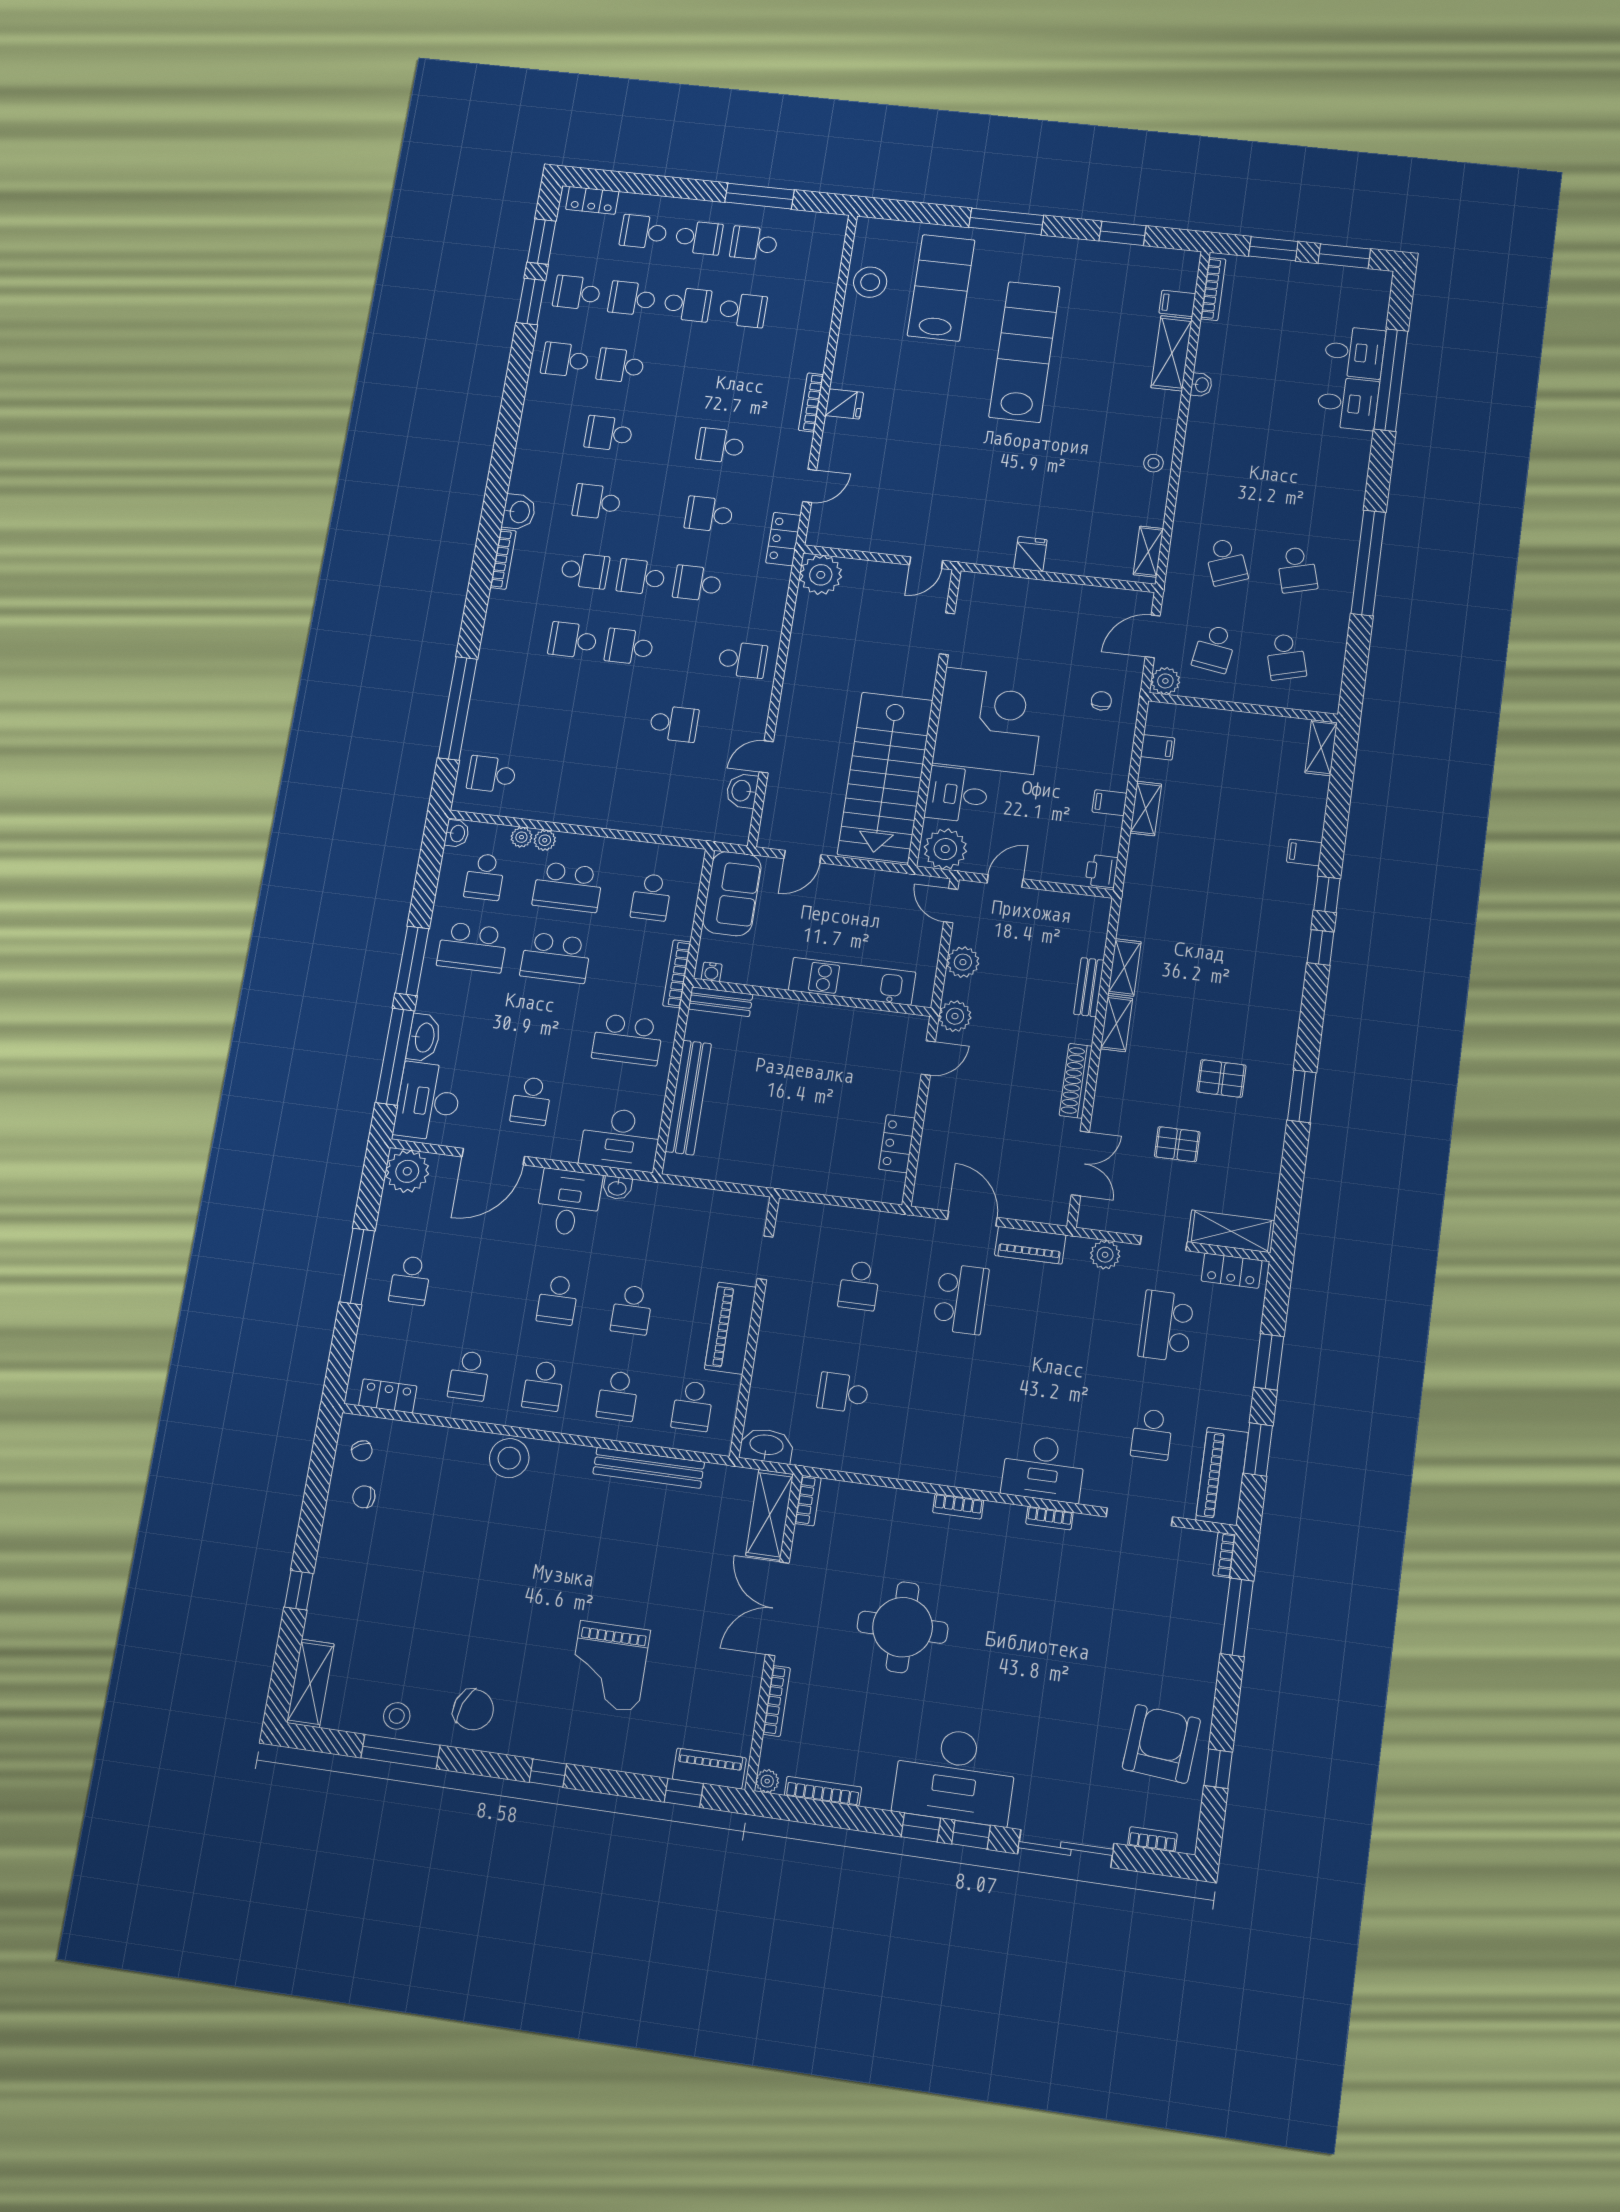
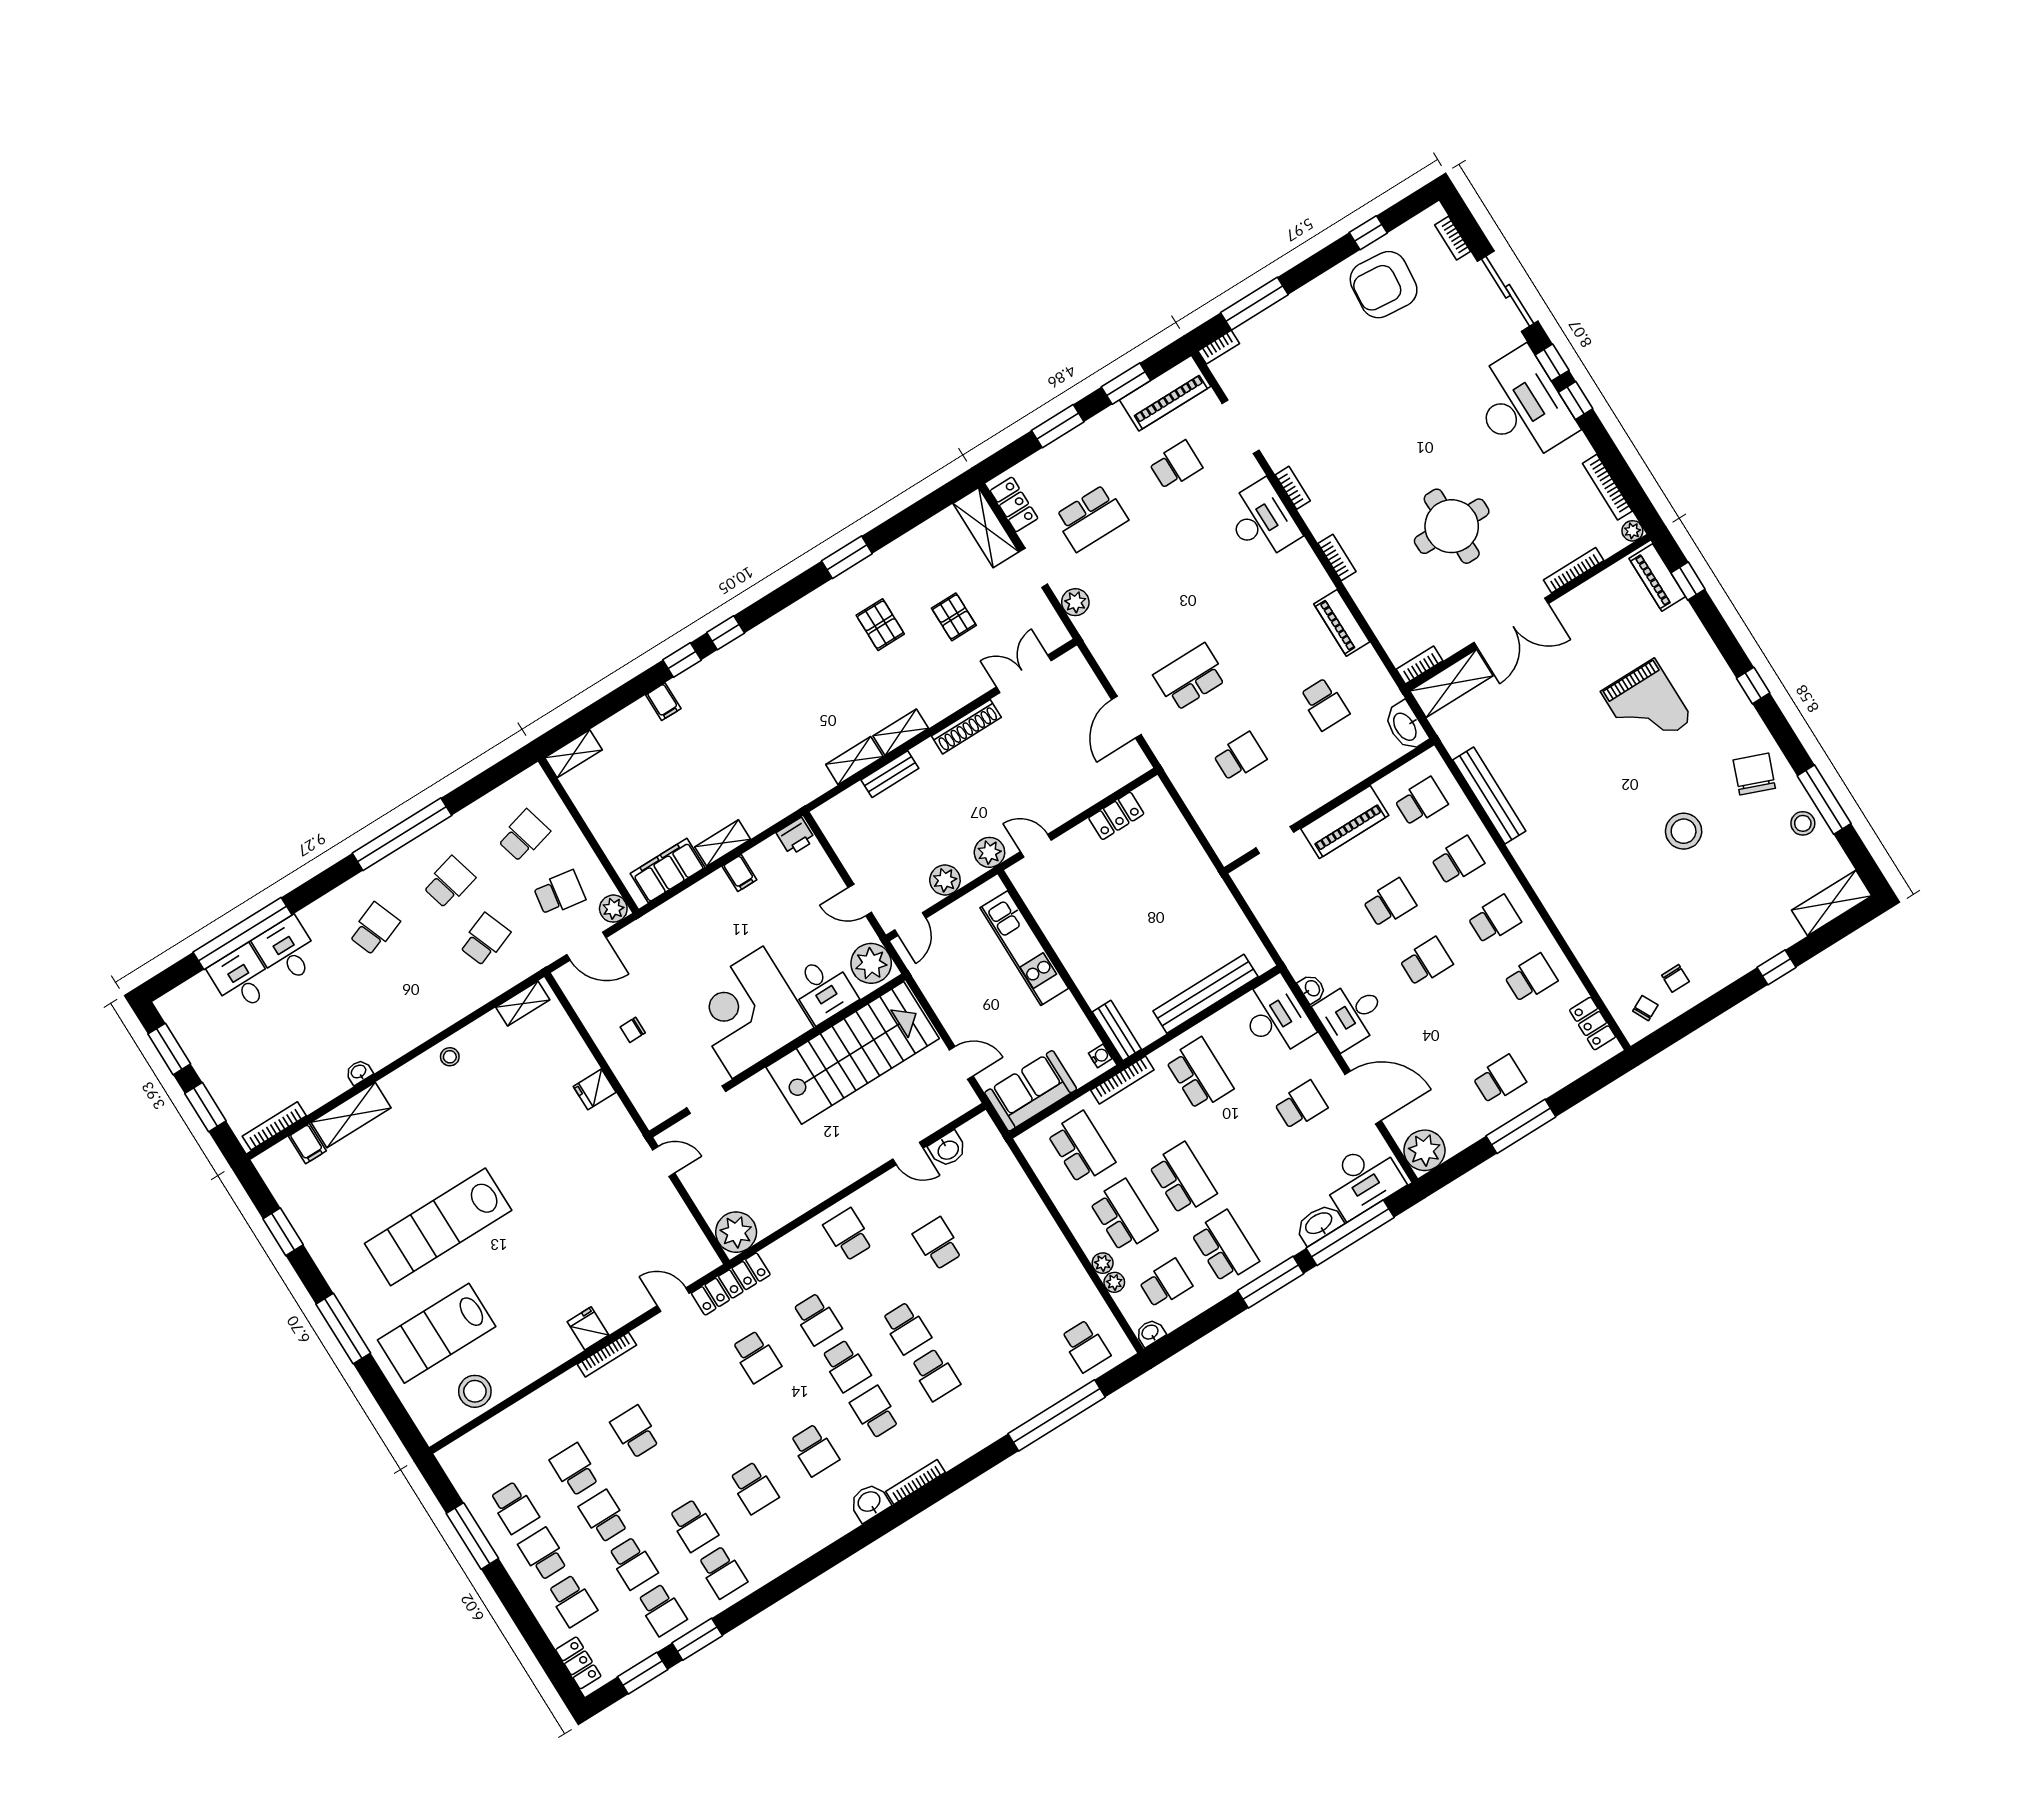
school desk: (720, 446) -> (635, 1432), moved, turned 180
school desk: (1308, 483) -> (374, 929), added
locker: (783, 539) -> (731, 1284), width x1.53
chair: (1101, 701) -> (633, 1030), moved
filing cabinet: (1158, 747) -> (668, 871), width x3.00, depth x1.17
school desk: (651, 897) -> (1081, 1148), width x1.85
piano: (1030, 1245) -> (1342, 623), moved, turned 180
stool: (509, 1458) -> (1684, 831), moved
grand piano: (609, 1666) -> (1647, 706), turned 90

